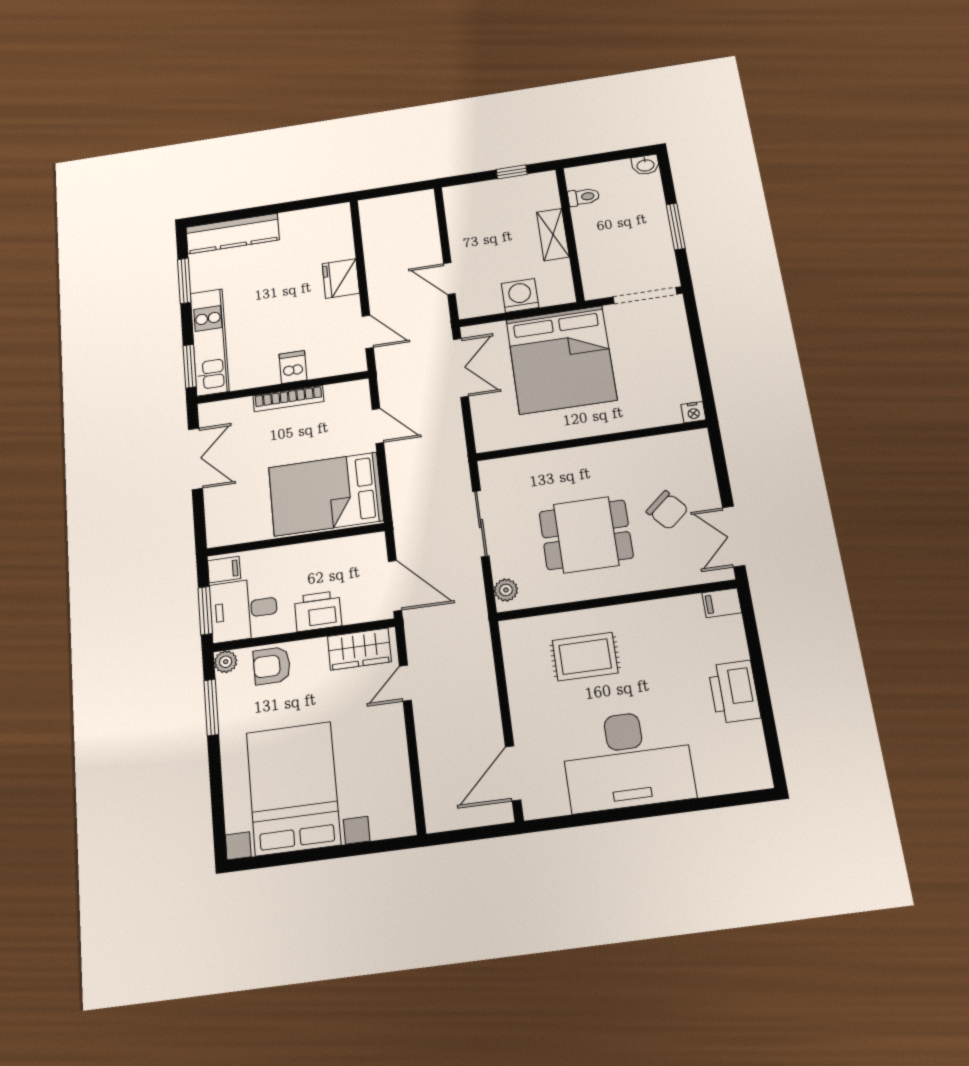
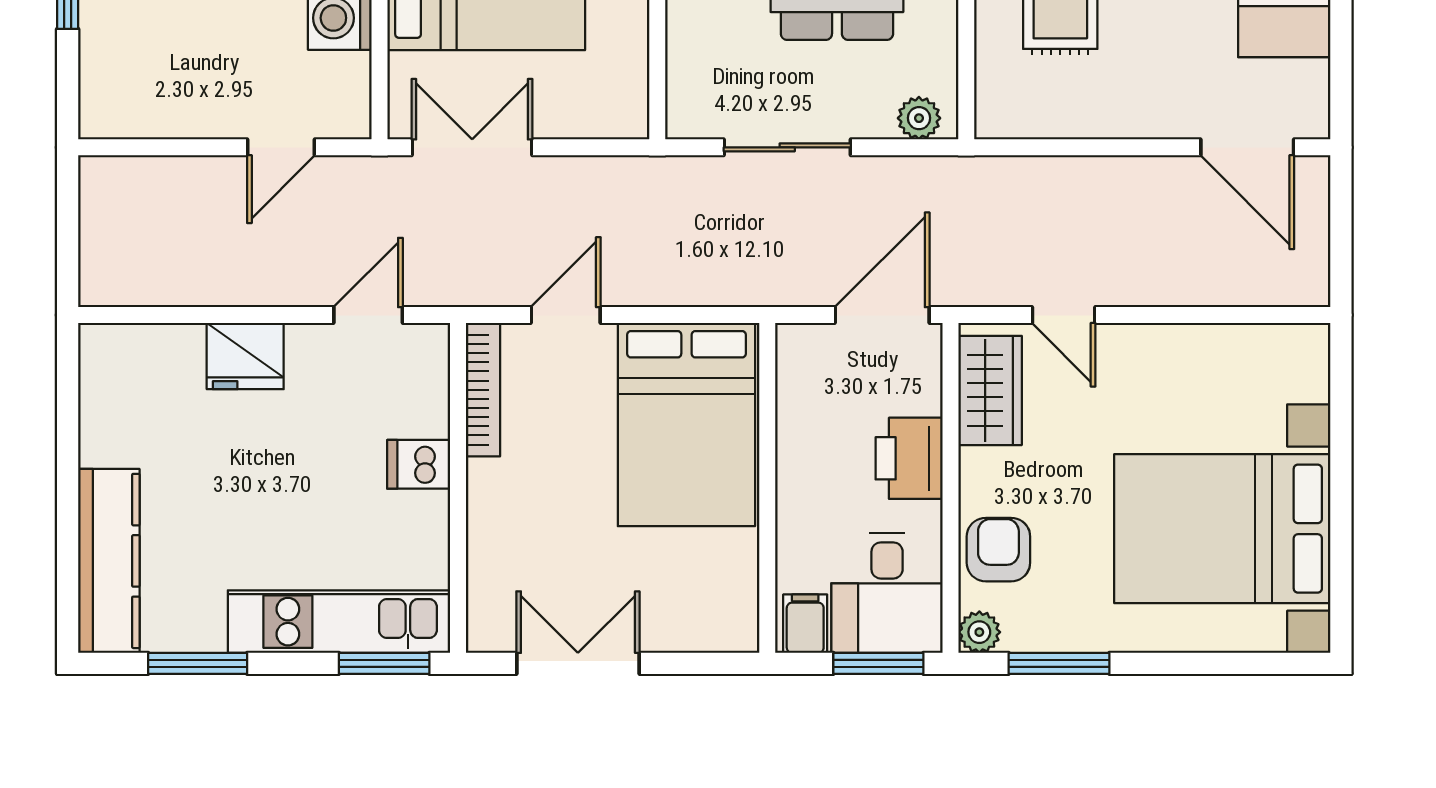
bookcase: (288, 399) -> (483, 390), moved
armchair: (272, 666) -> (998, 550), turned 180

